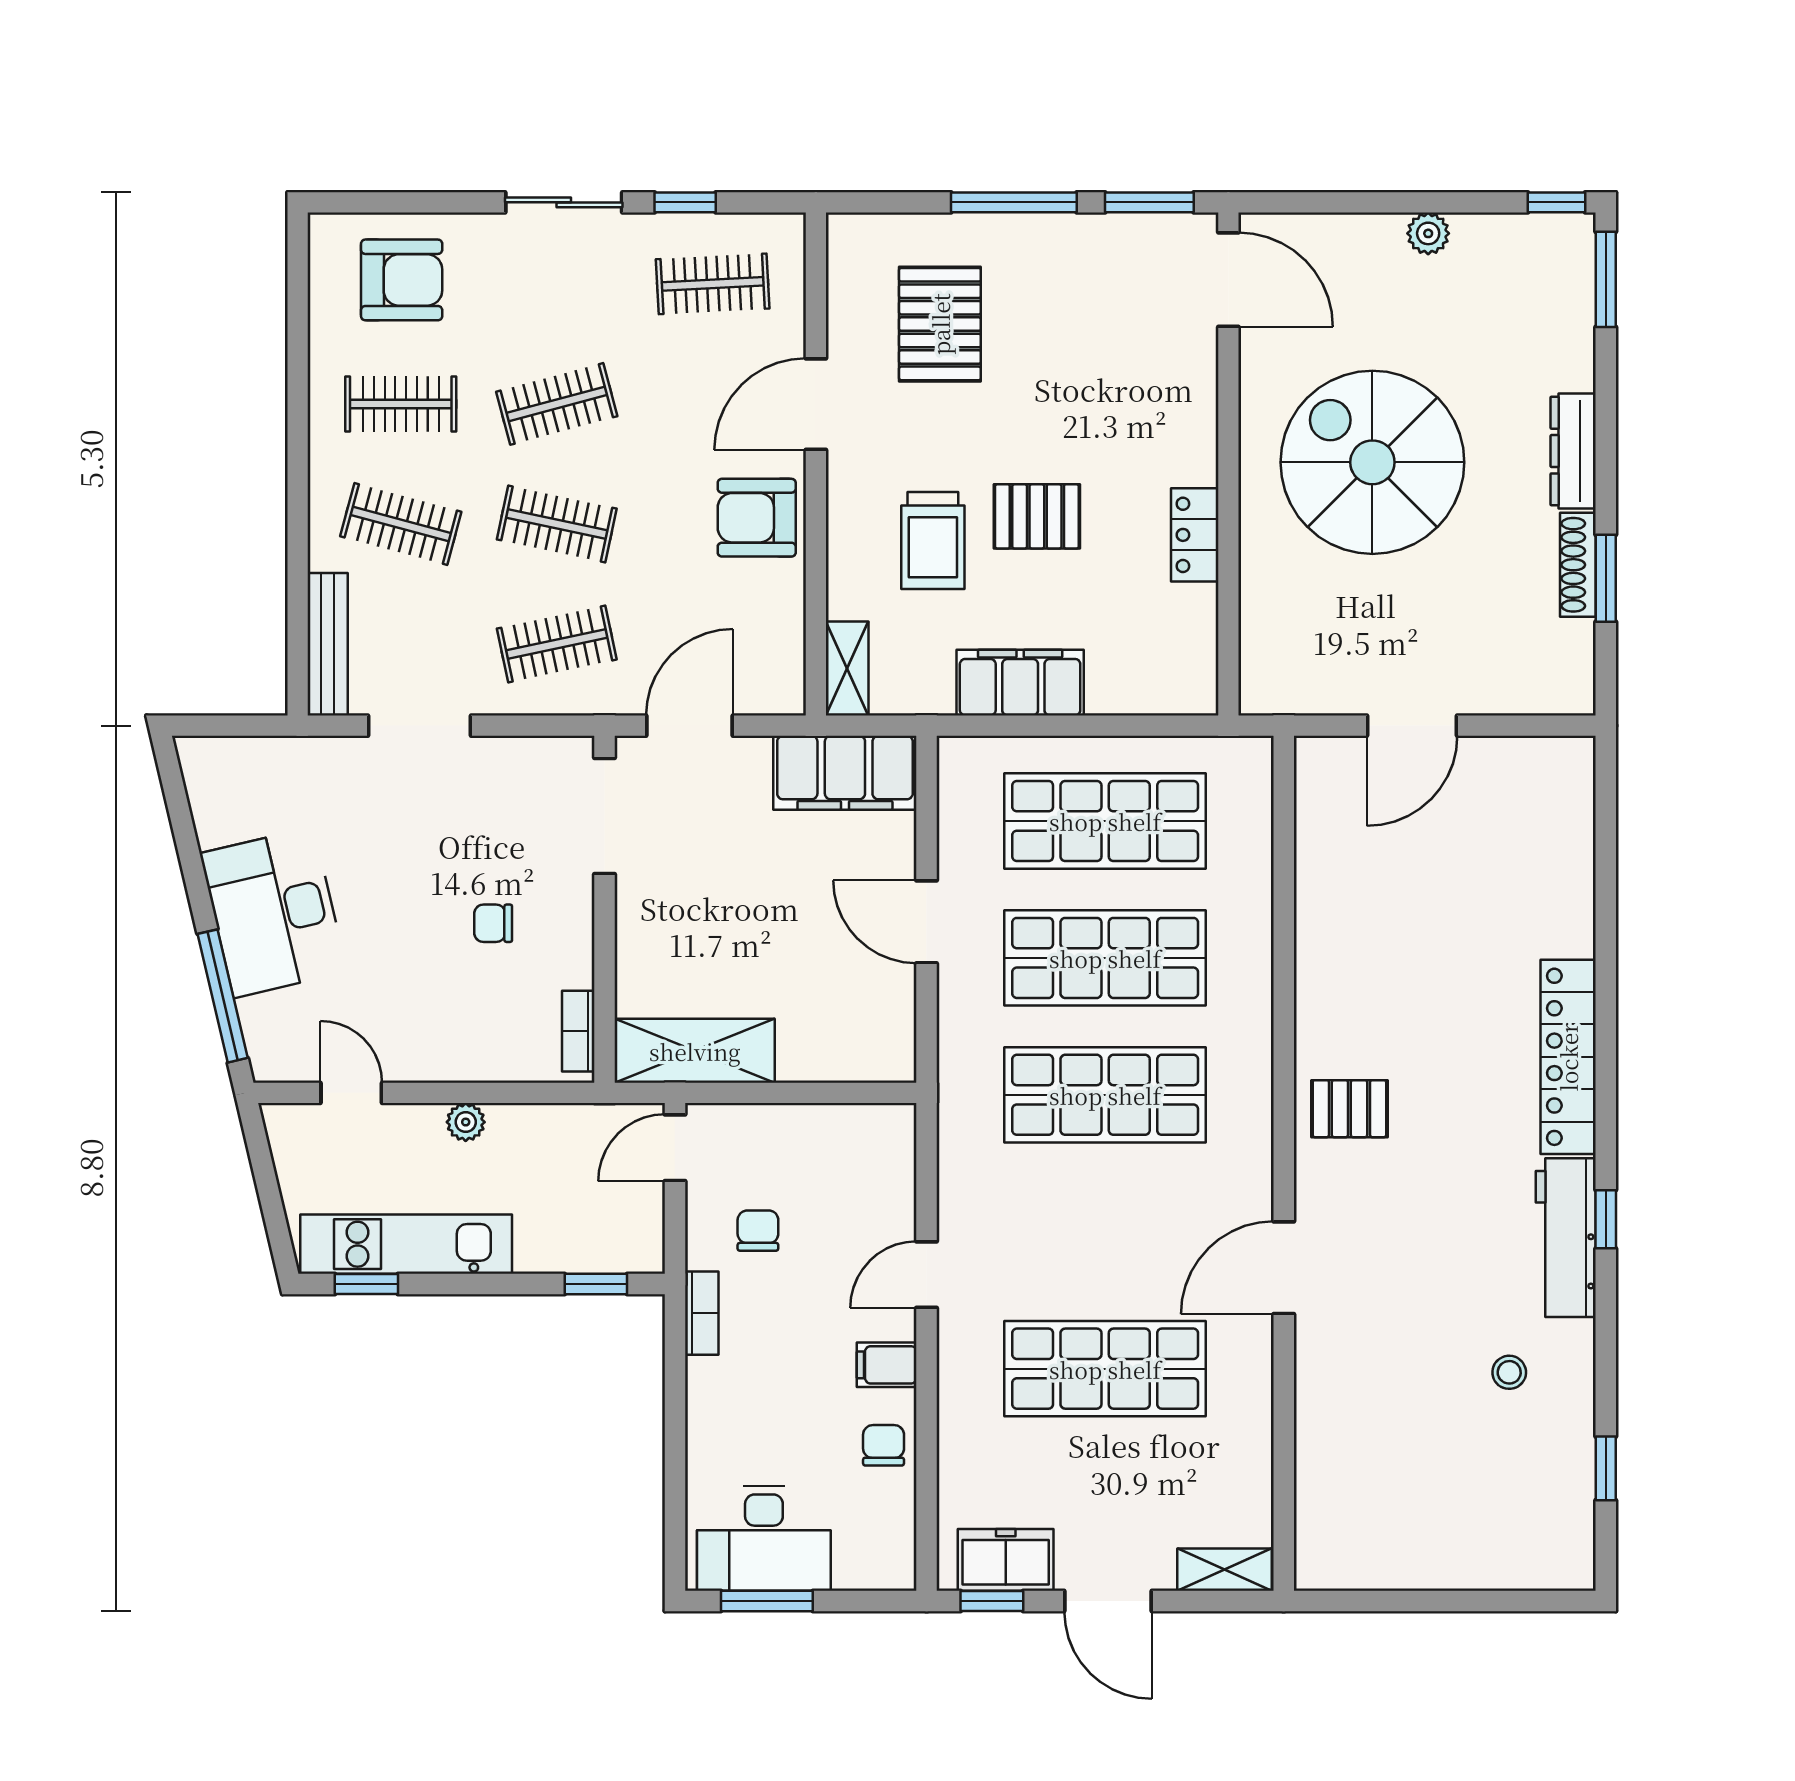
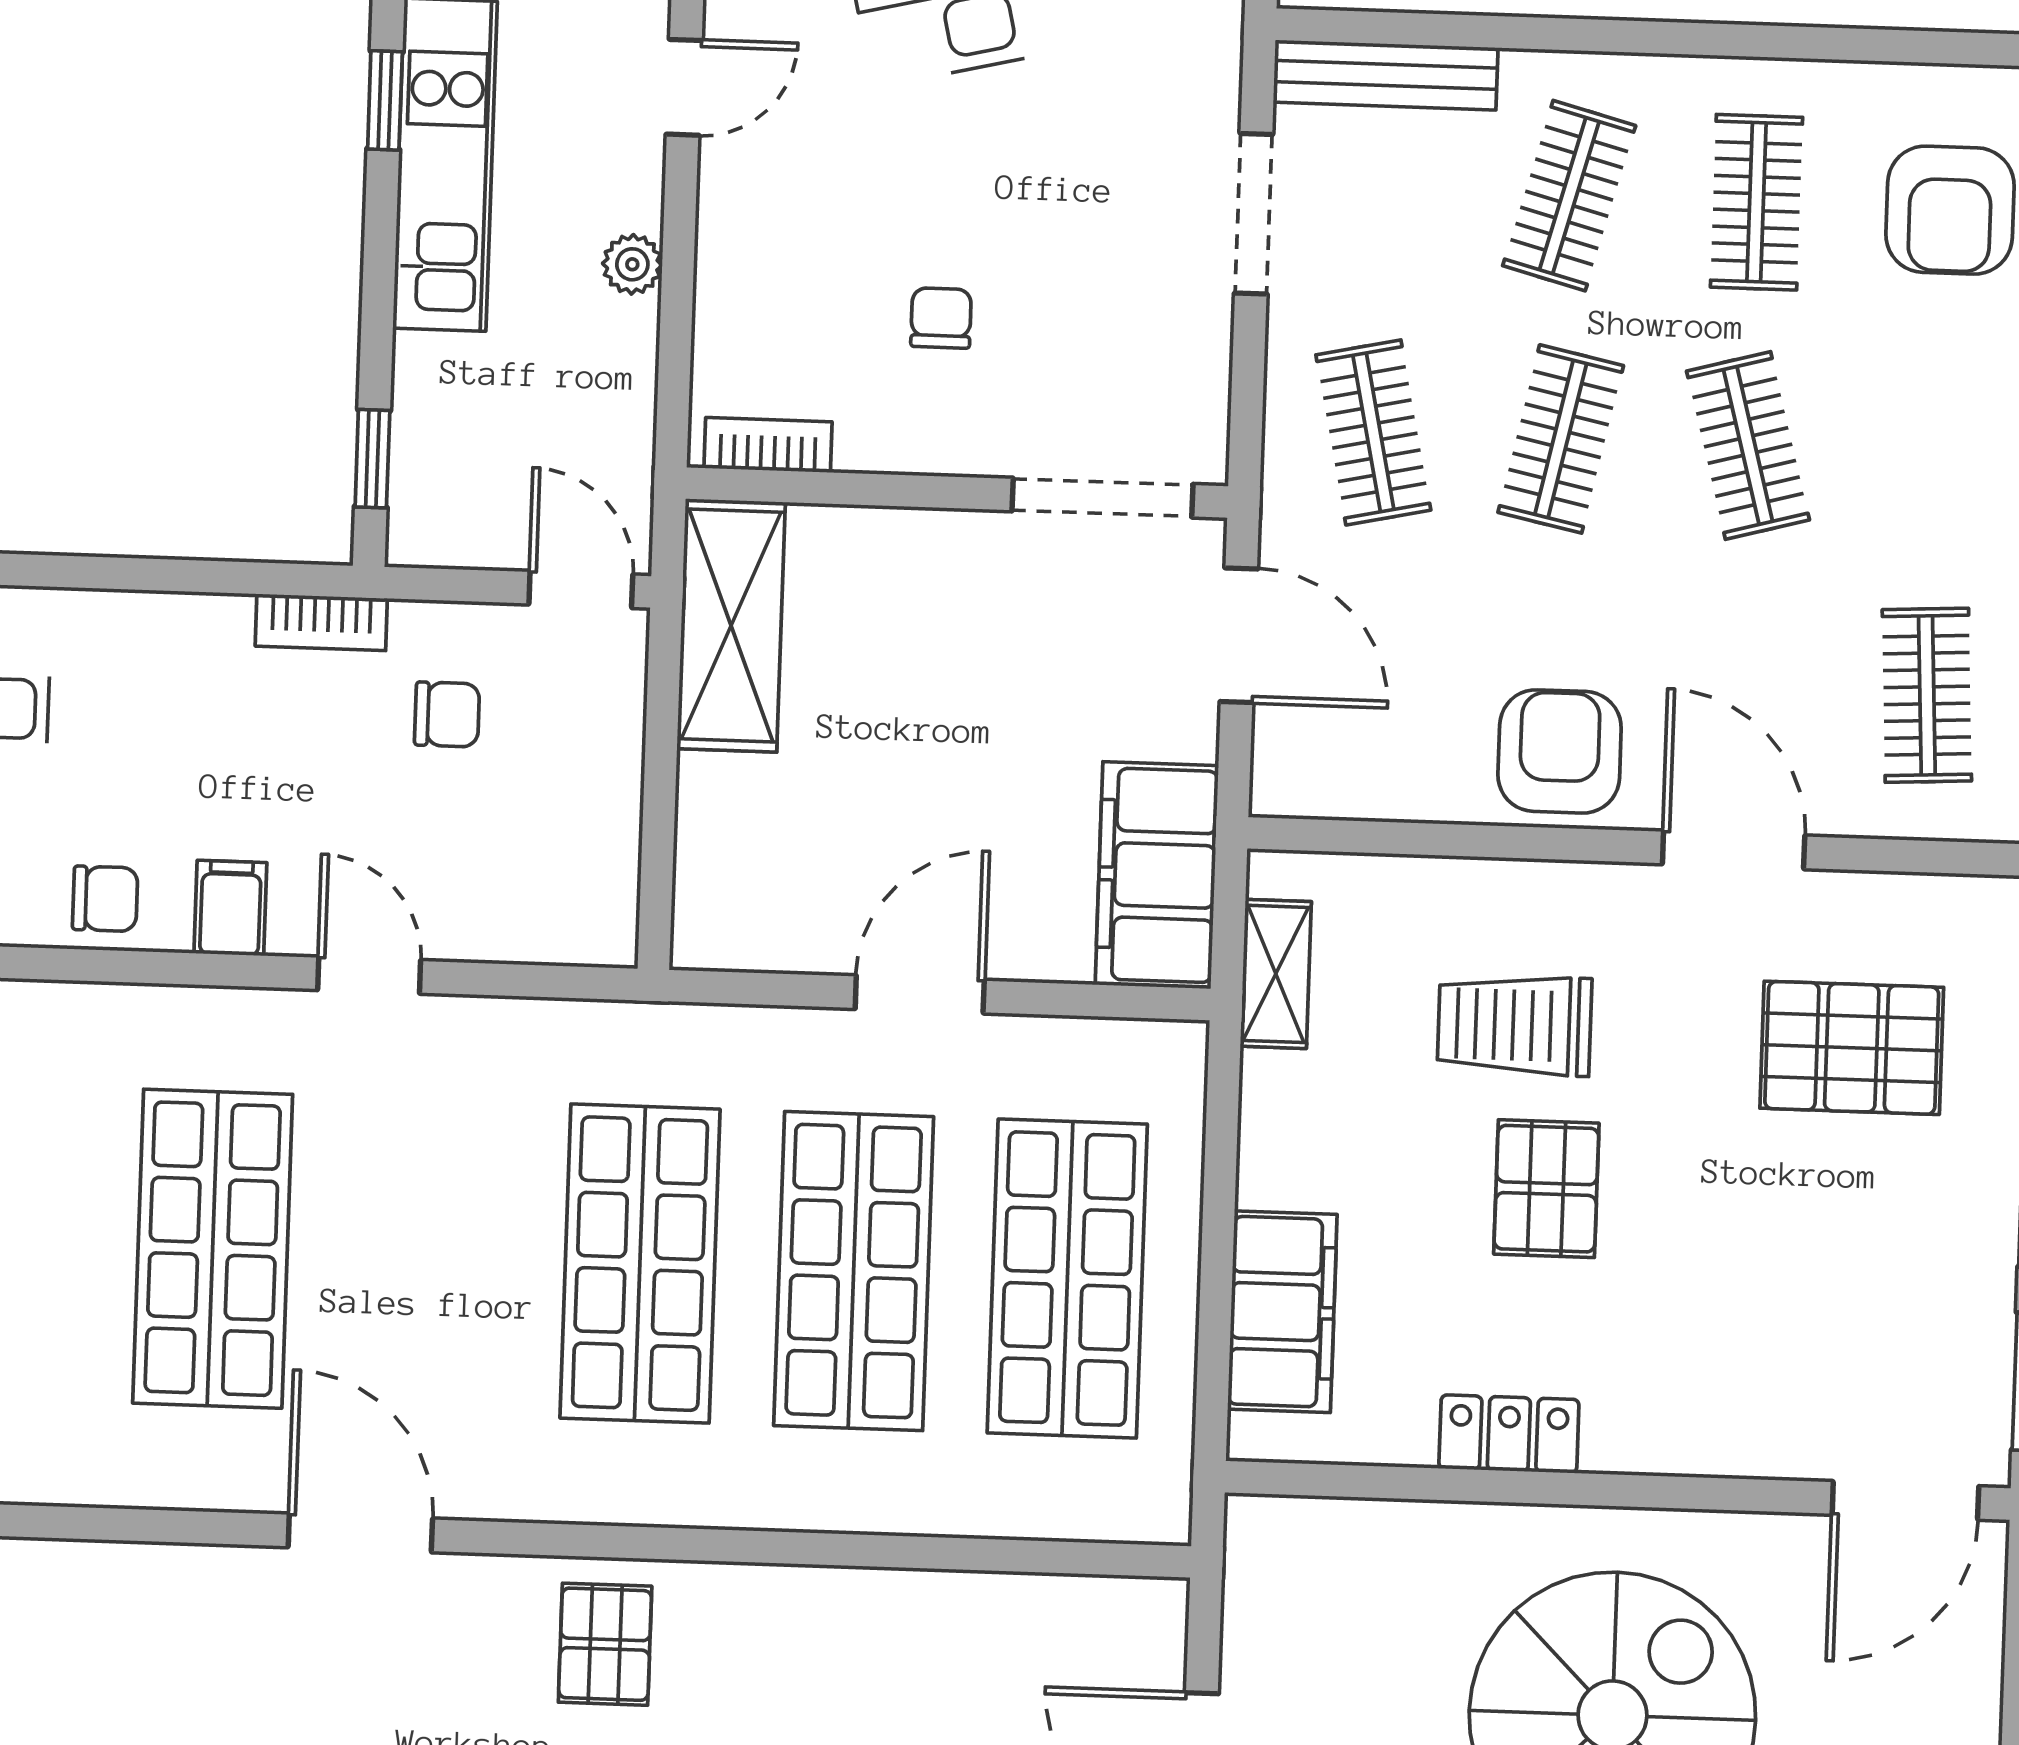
shelving: (847, 668) -> (1276, 974), moved, turned 90
filing cabinet: (1020, 683) -> (1282, 1312), moved

